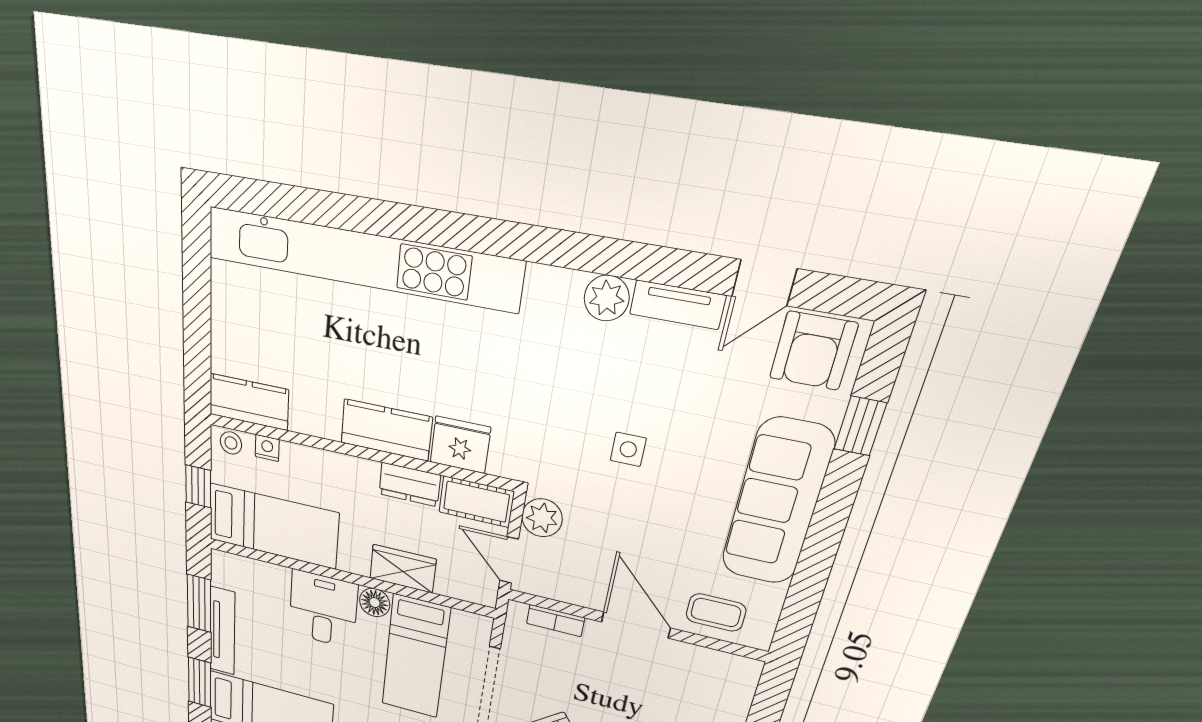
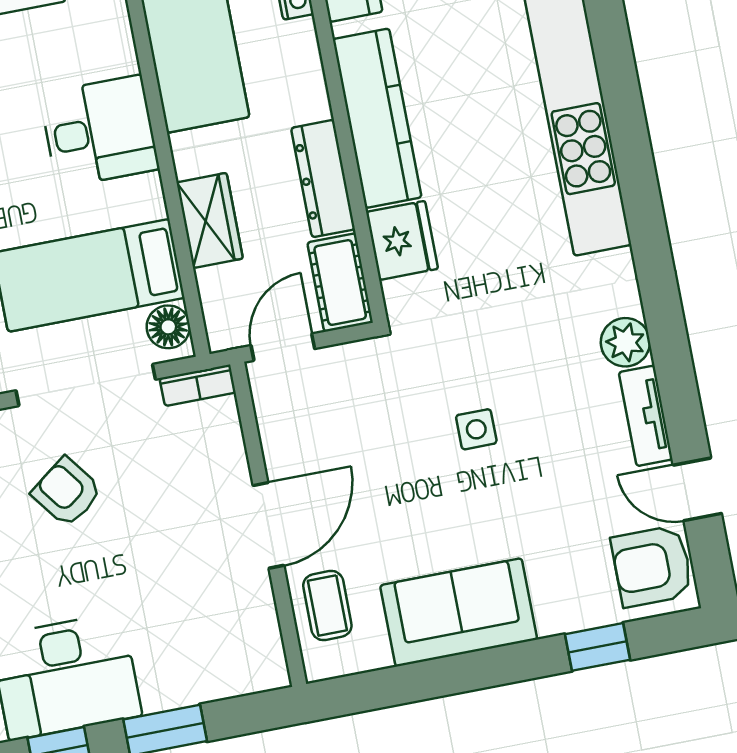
kitchen counter: (386, 430) -> (377, 118), width x1.50
dresser: (410, 485) -> (323, 179), width x1.44
sofa: (777, 503) -> (459, 612), width x0.73
plant: (542, 518) -> (354, 366), removed
floor lamp: (375, 603) -> (168, 327), moved
bookcase: (556, 621) -> (198, 385), moved, turned -90

